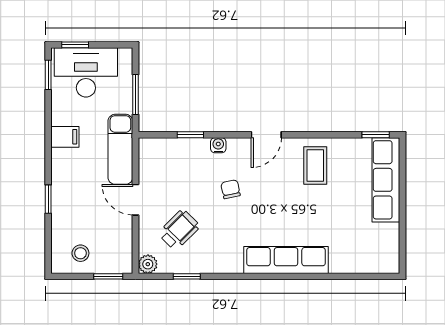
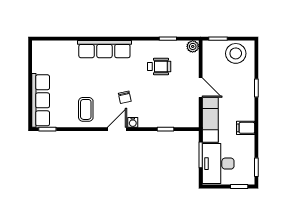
desk: (86, 72) -> (218, 164), moved, turned 90
water cooler: (218, 145) -> (133, 122), moved
chair: (231, 189) -> (125, 97), moved
wheelchair: (179, 230) -> (159, 67), moved, turned -135
stool: (80, 253) -> (236, 53), width x1.89, depth x1.89

